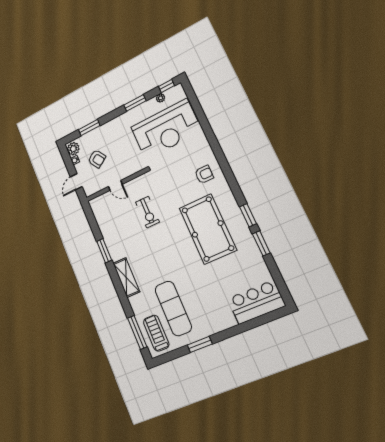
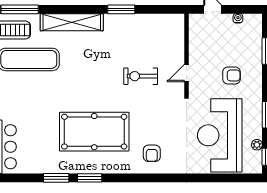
plant: (73, 149) -> (252, 22), removed
armchair: (97, 159) -> (232, 75), moved, turned -147
door: (115, 185) -> (187, 73), moved
shelving: (126, 277) -> (72, 22), width x1.47

